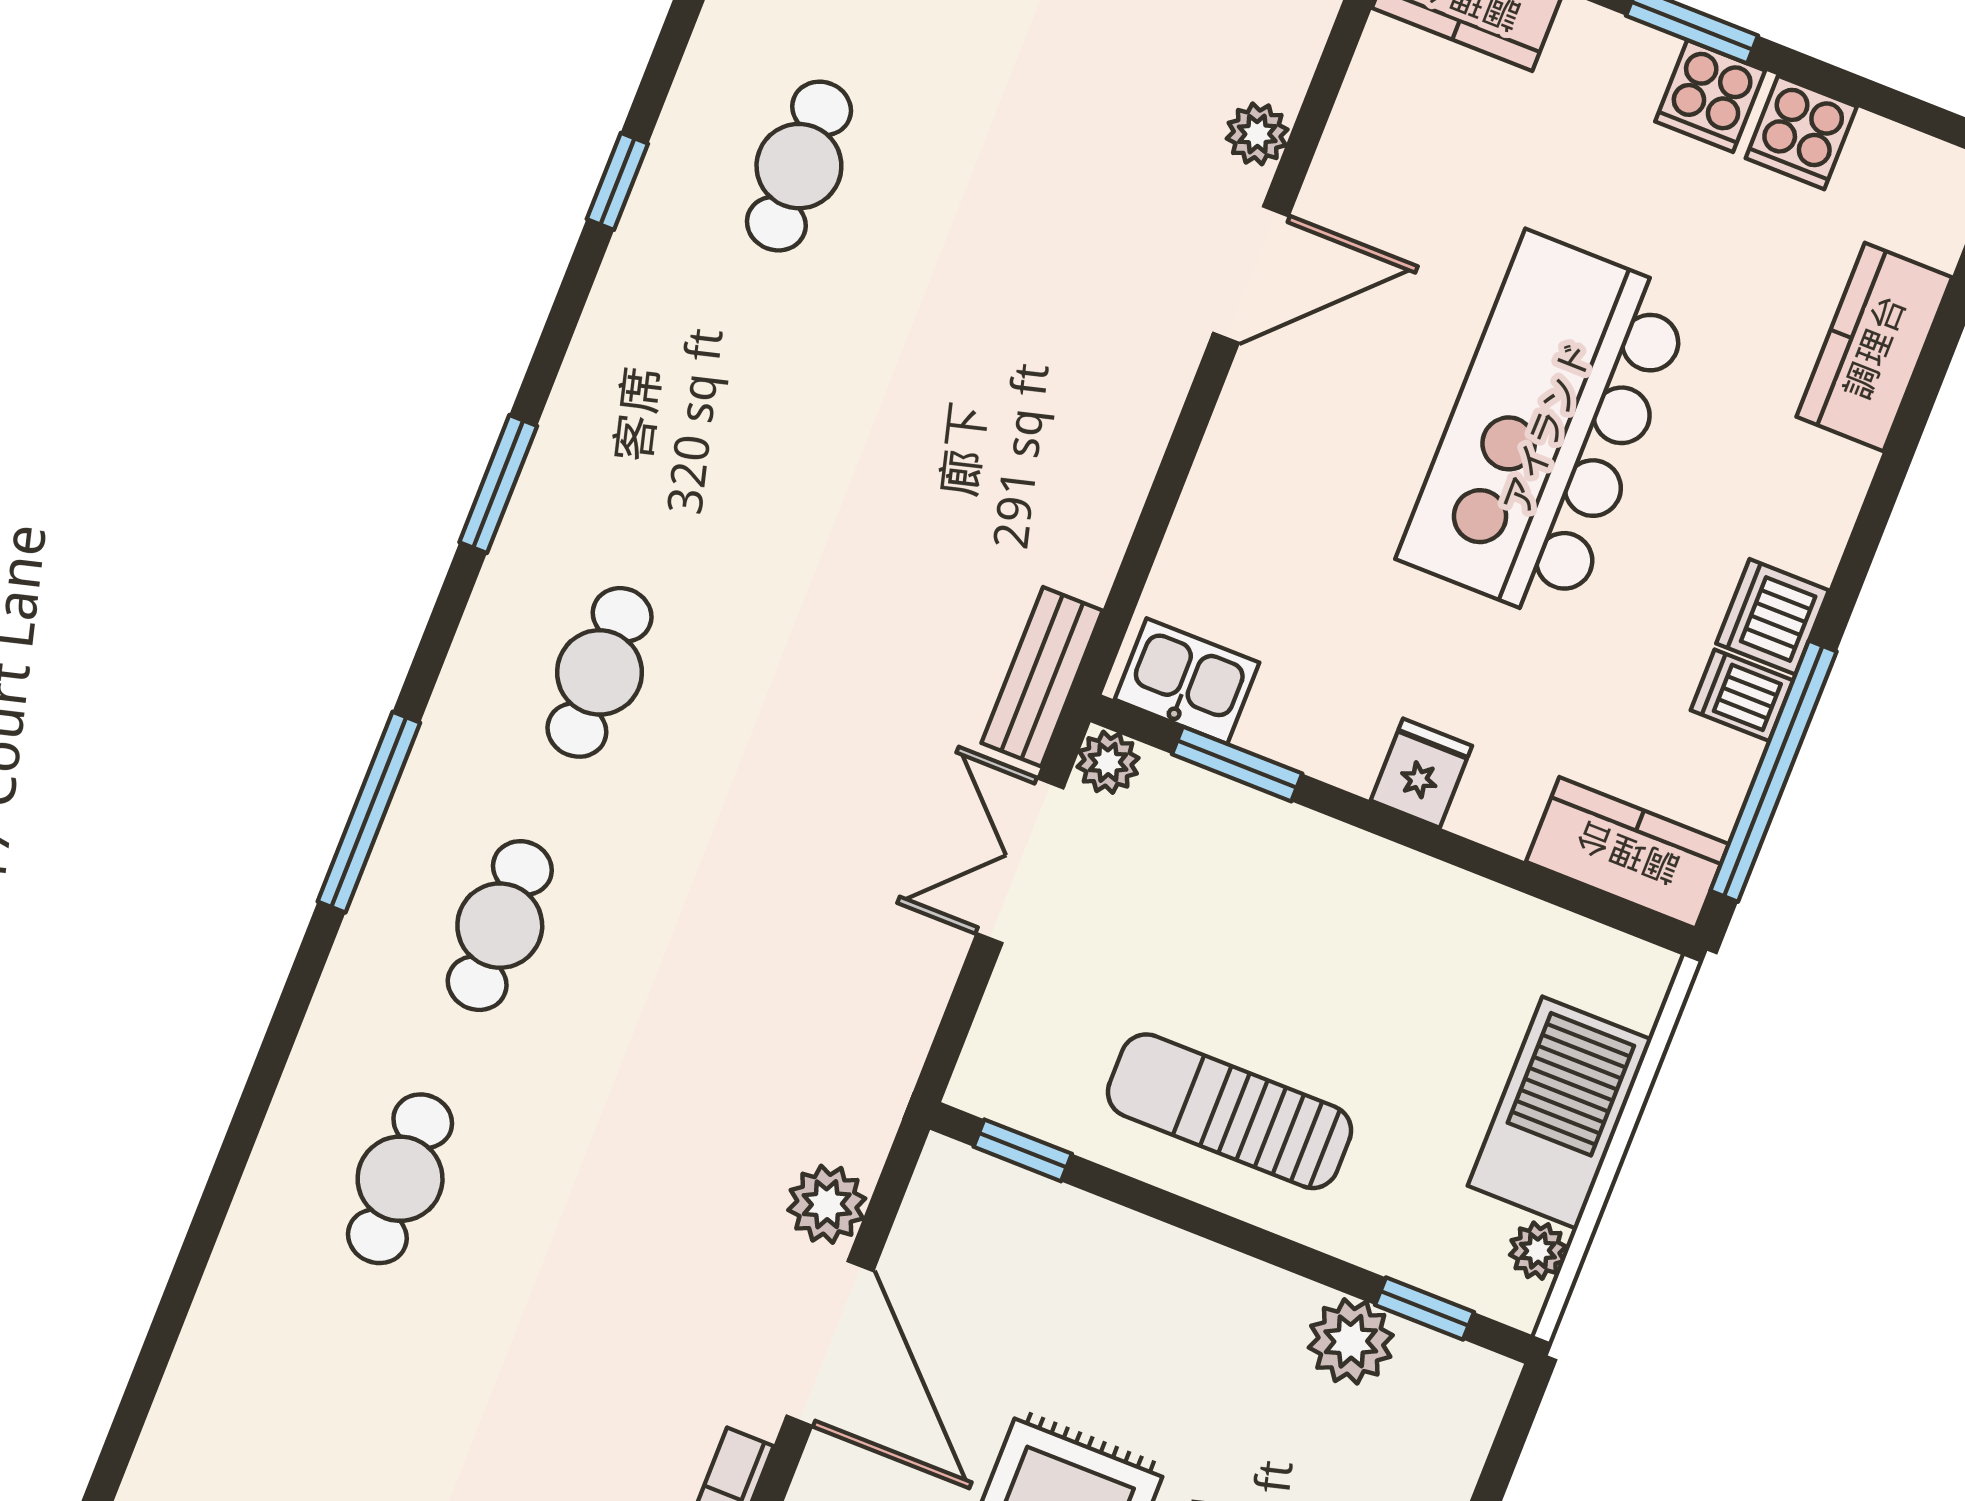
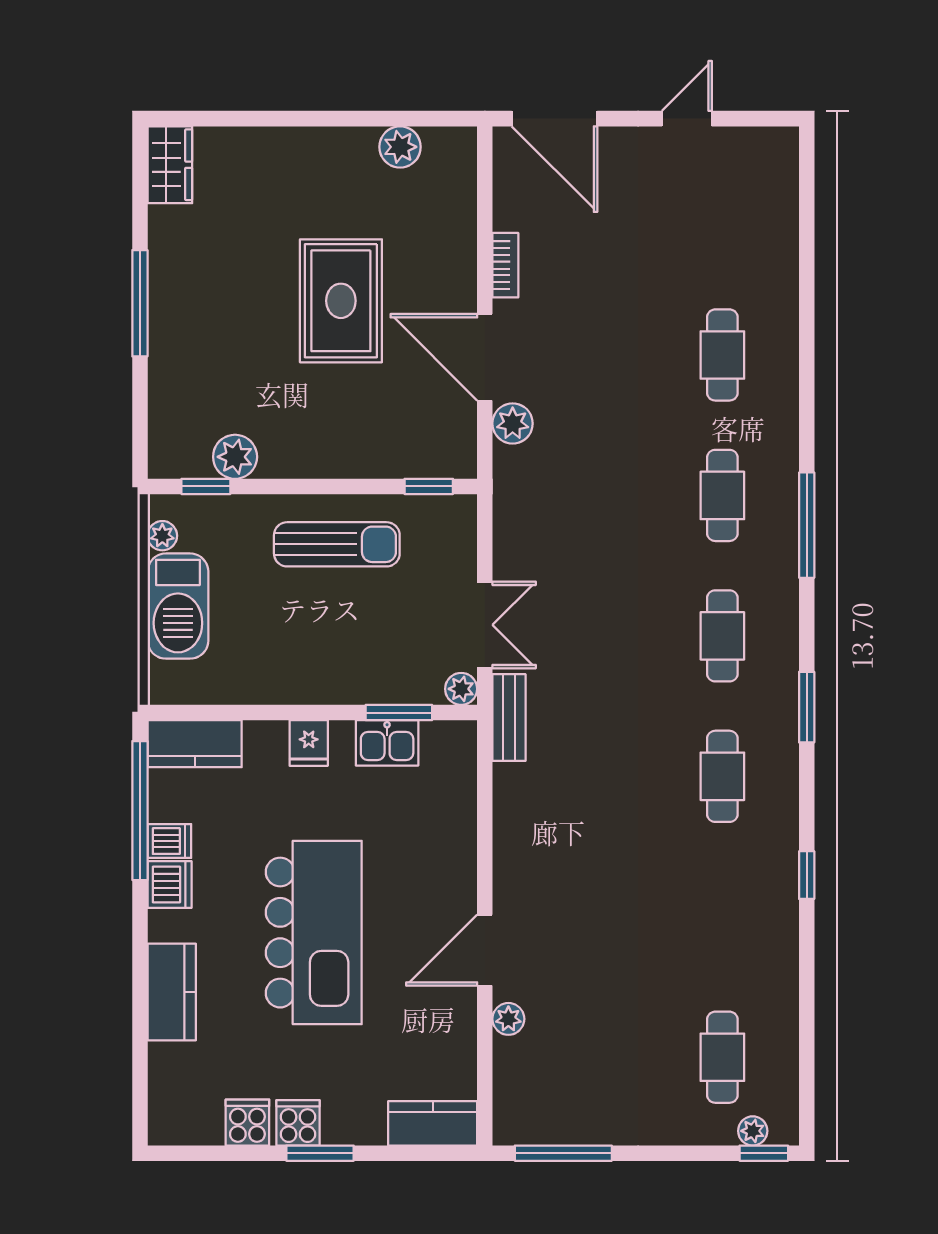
cafe table: (799, 166) -> (722, 776), moved
kitchen counter: (1874, 347) -> (172, 992), moved
kitchen sink: (1187, 681) -> (387, 743), moved

